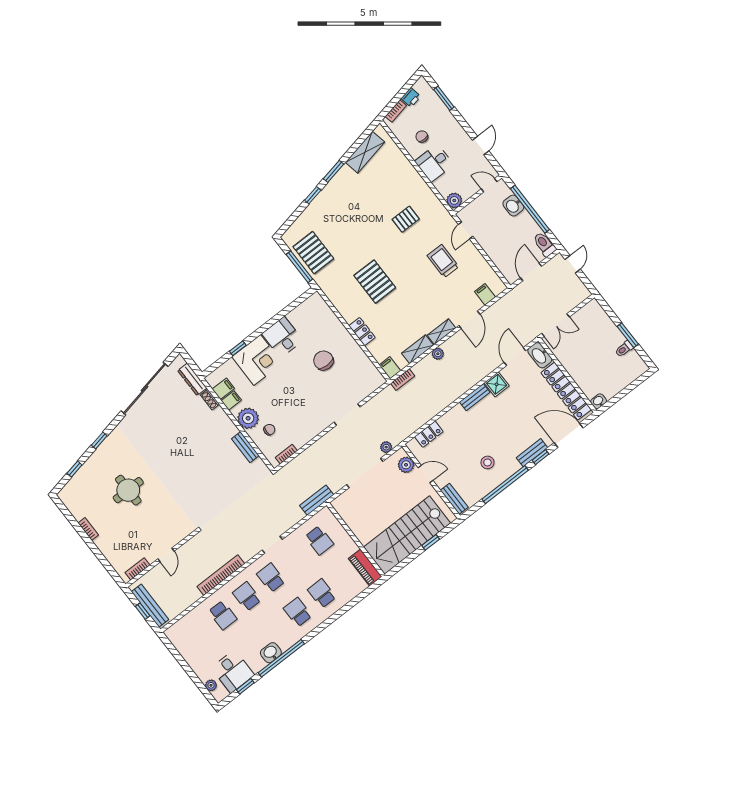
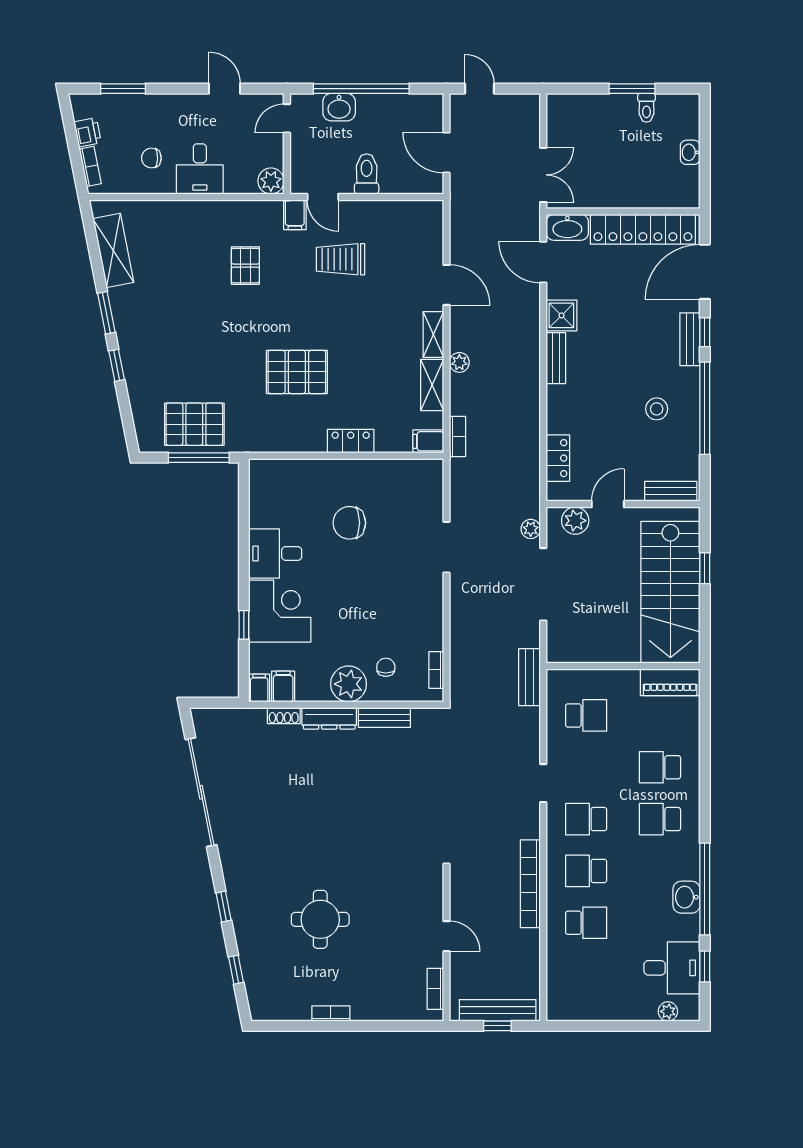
toilet: (544, 244) -> (367, 174), moved, turned 90
filing cabinet: (485, 294) -> (295, 215), moved, turned -90
dresser: (192, 379) -> (329, 718), moved
filing cabinet: (231, 400) -> (259, 688), moved
washbasin: (599, 401) -> (690, 152), moved

